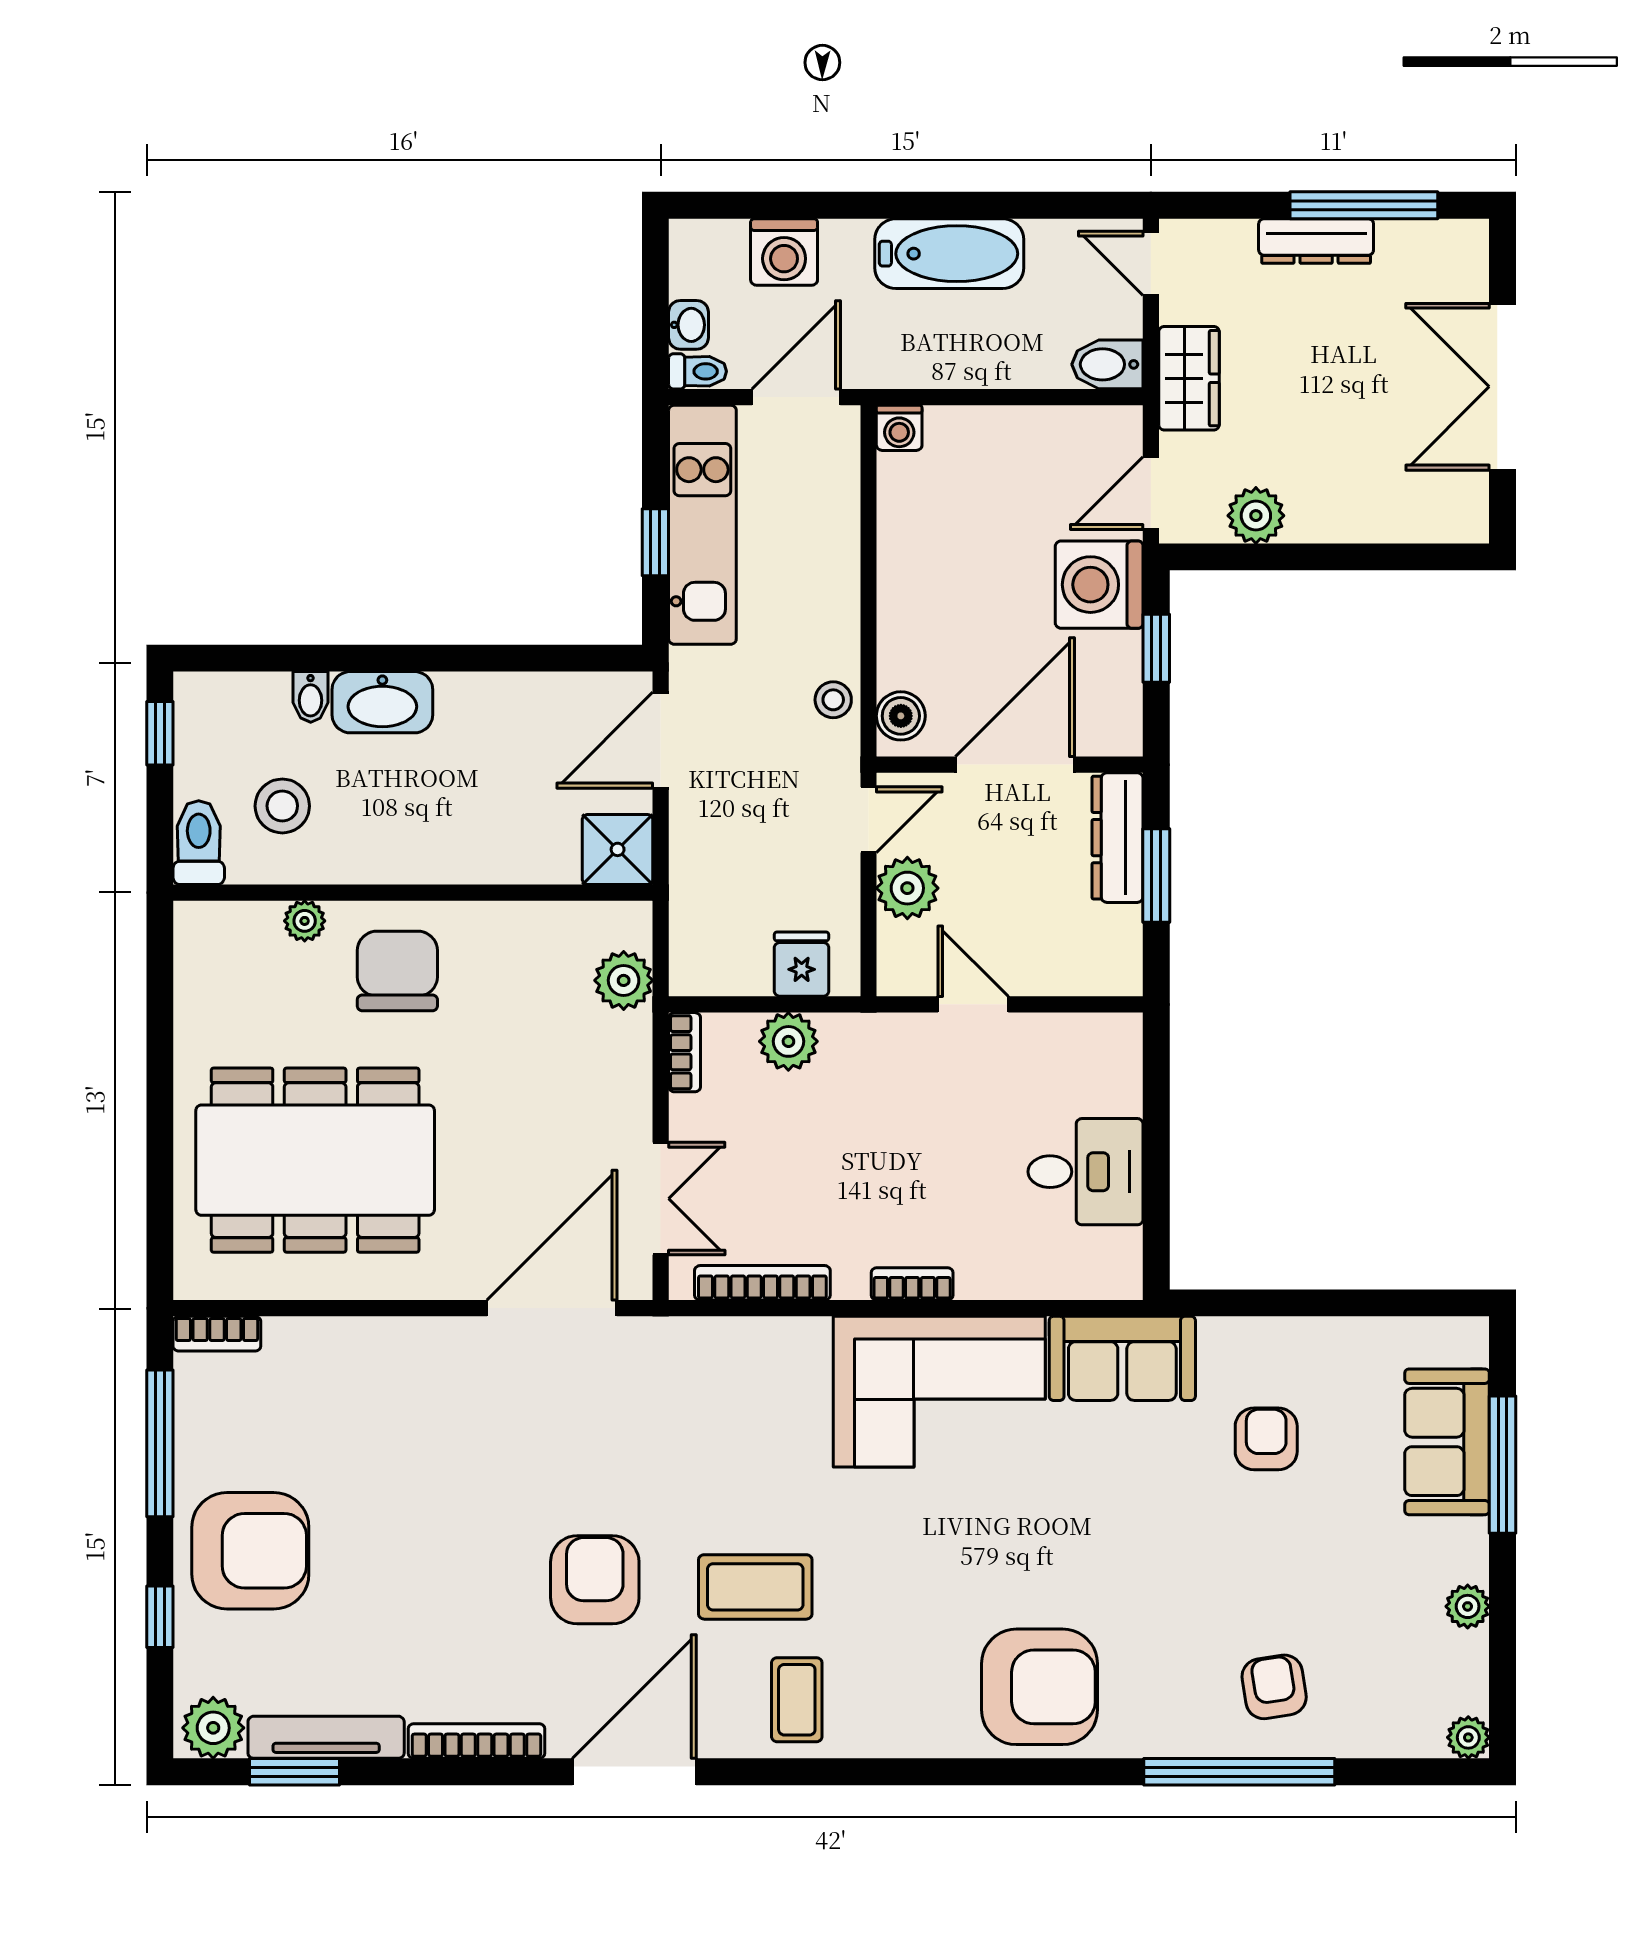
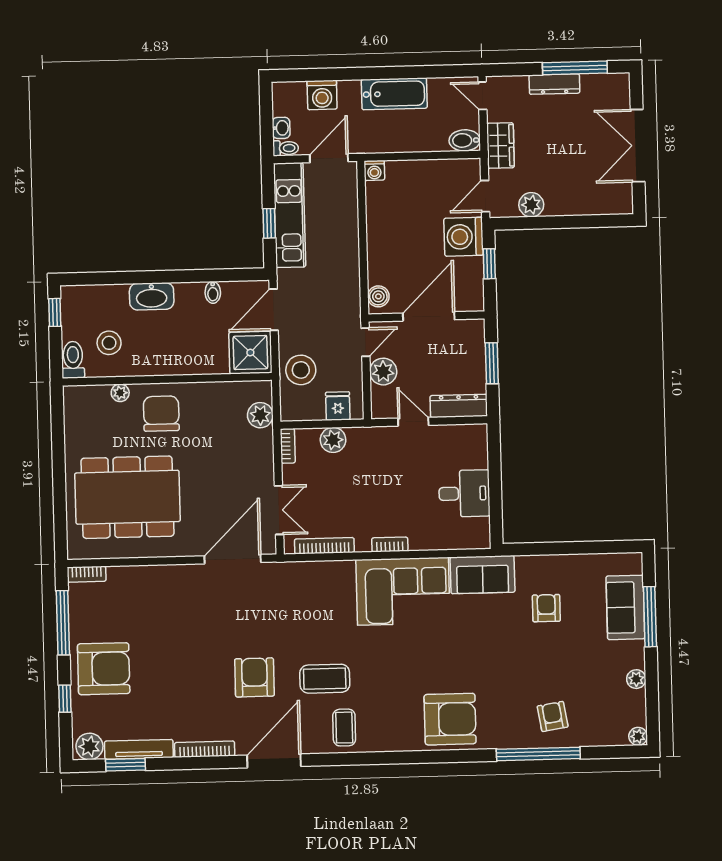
bidet: (311, 697) -> (213, 292), moved
stool: (833, 700) -> (301, 370), moved, width x1.89, depth x1.89
dresser: (1118, 838) -> (459, 406), moved, turned 90
shower: (618, 849) -> (250, 353), width x1.36, depth x1.36

